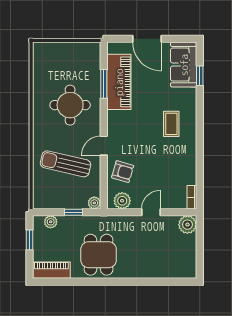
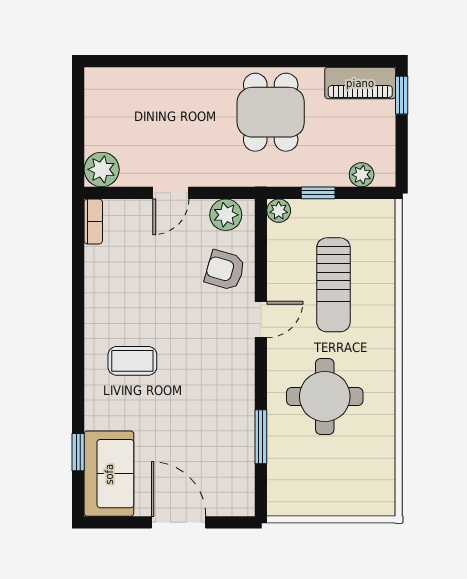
piano: (119, 82) -> (232, 441), removed
coffee table: (171, 124) -> (132, 361), turned 90
sun lounger: (65, 164) -> (333, 285), turned 77
window: (30, 240) -> (402, 95), moved

